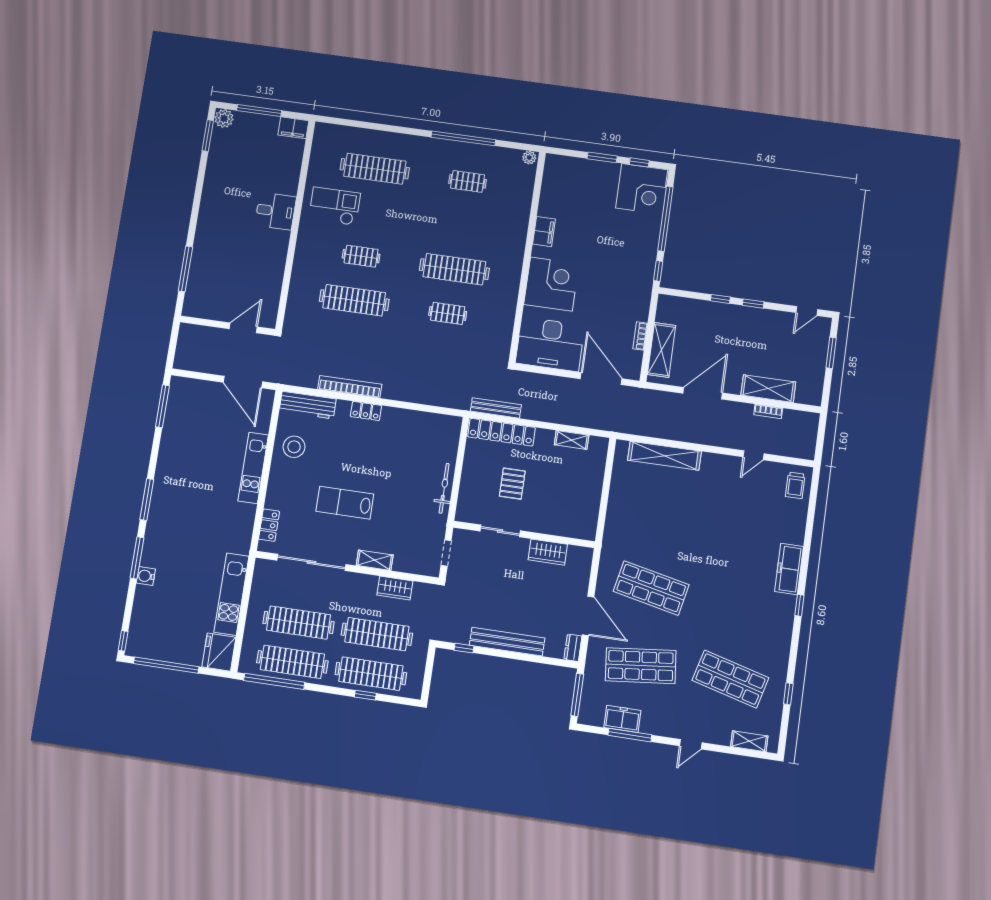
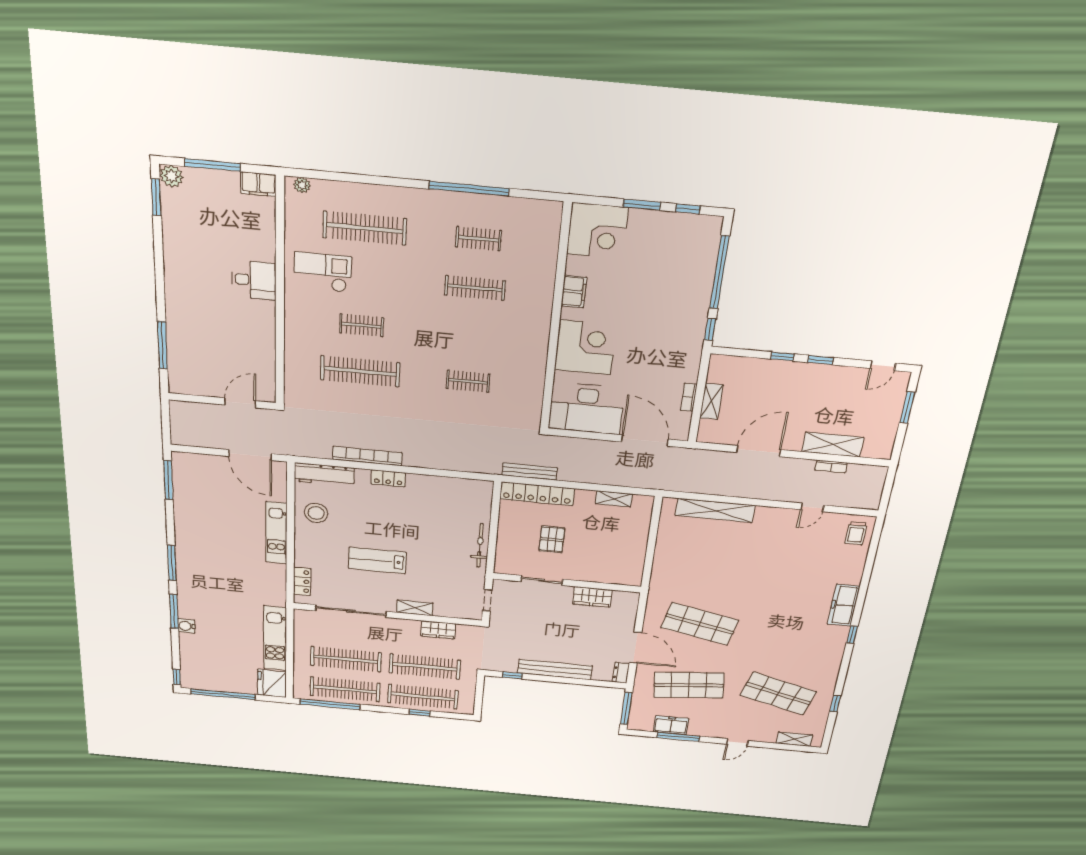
plant: (529, 158) -> (302, 185), moved
corner desk: (642, 189) -> (597, 231), moved
clothes rail: (454, 269) -> (475, 288), moved, width x0.73, depth x0.76
shelving: (662, 350) -> (711, 401), width x0.67, depth x0.75

